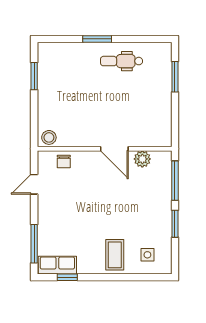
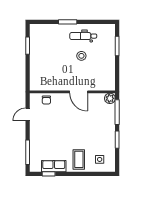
stool: (49, 137) -> (81, 56), moved
plant: (142, 159) -> (110, 98), moved
row of seats: (57, 265) -> (54, 166), moved

